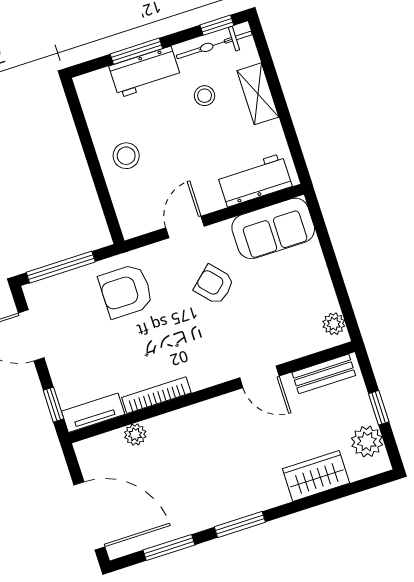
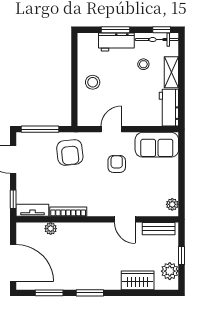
workbench: (255, 180) -> (169, 108), moved, turned -90
armchair: (214, 285) -> (117, 164), turned 42
armchair: (126, 291) -> (70, 152), turned -96

